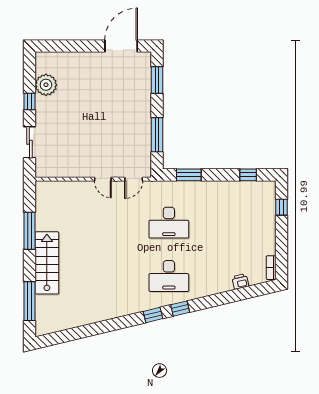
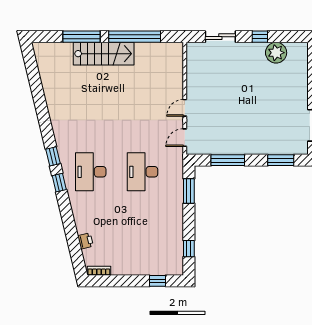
door: (134, 179) -> (185, 138), hinge flipped
window: (29, 231) -> (135, 37), width x1.46
window: (29, 301) -> (81, 37), moved

